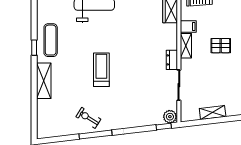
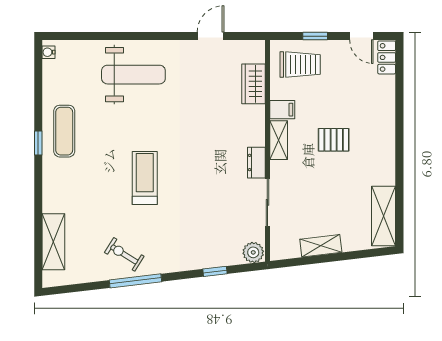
shelving: (44, 81) -> (53, 242), moved
window: (164, 127) -> (215, 271), moved

